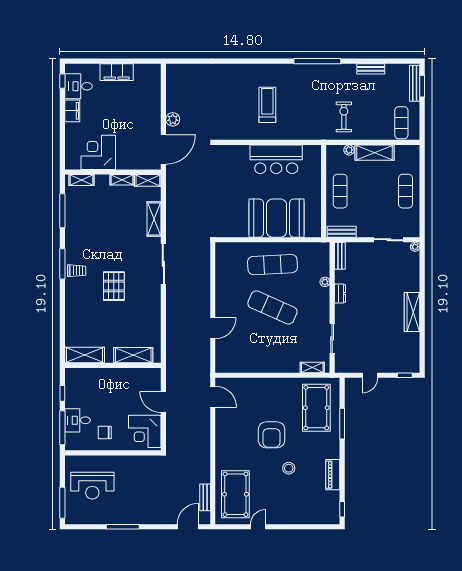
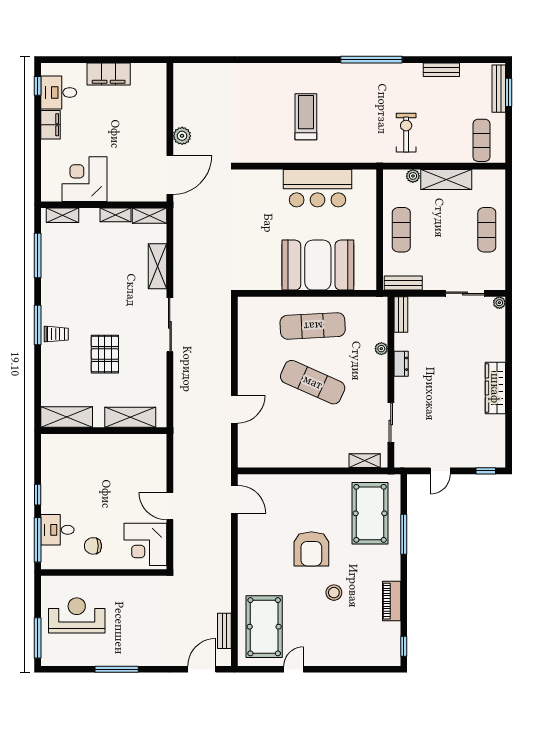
shelving: (85, 355) -> (67, 417), moved
shelving: (133, 355) -> (130, 417), moved
wall: (113, 365) -> (104, 431), moved
reception desk: (92, 486) -> (77, 615), turned 180

